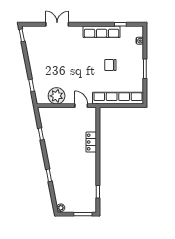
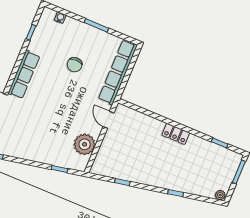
row of seats: (102, 32) -> (24, 75), moved
door: (81, 106) -> (109, 120), hinge flipped
locker: (91, 142) -> (176, 134), moved

